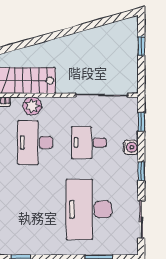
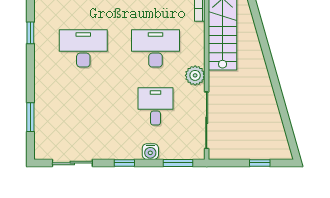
plant: (32, 106) -> (195, 75), moved
window: (141, 122) -> (178, 163), width x1.50
desk: (89, 209) -> (83, 48), moved, width x0.73, depth x0.77

